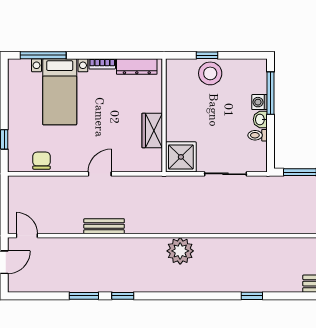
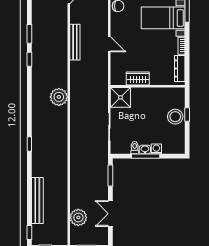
window: (271, 93) -> (146, 156), moved
bench: (104, 226) -> (75, 42), width x1.36

